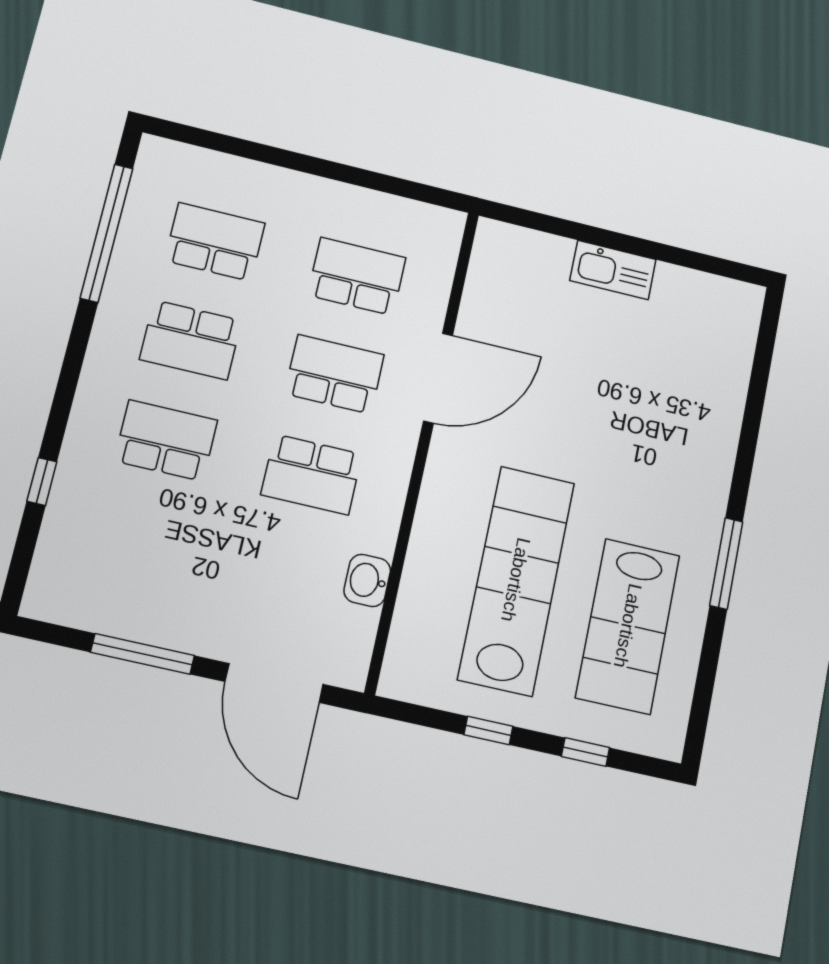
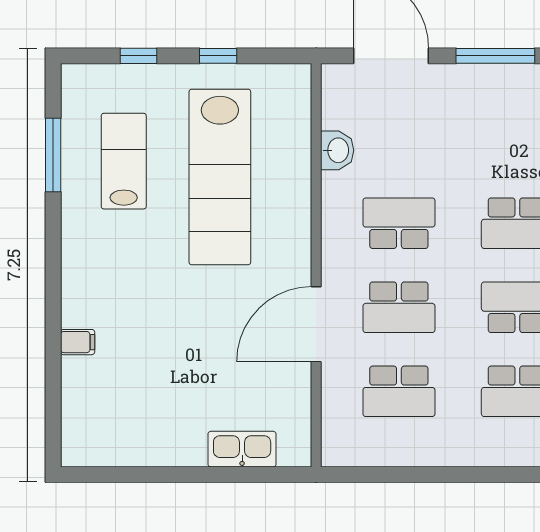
kitchen sink: (613, 270) -> (242, 449), moved
filing cabinet: (722, 424) -> (78, 342), added
window: (726, 564) -> (53, 155), moved
lab bench: (628, 626) -> (124, 161), width x0.73, depth x0.72

